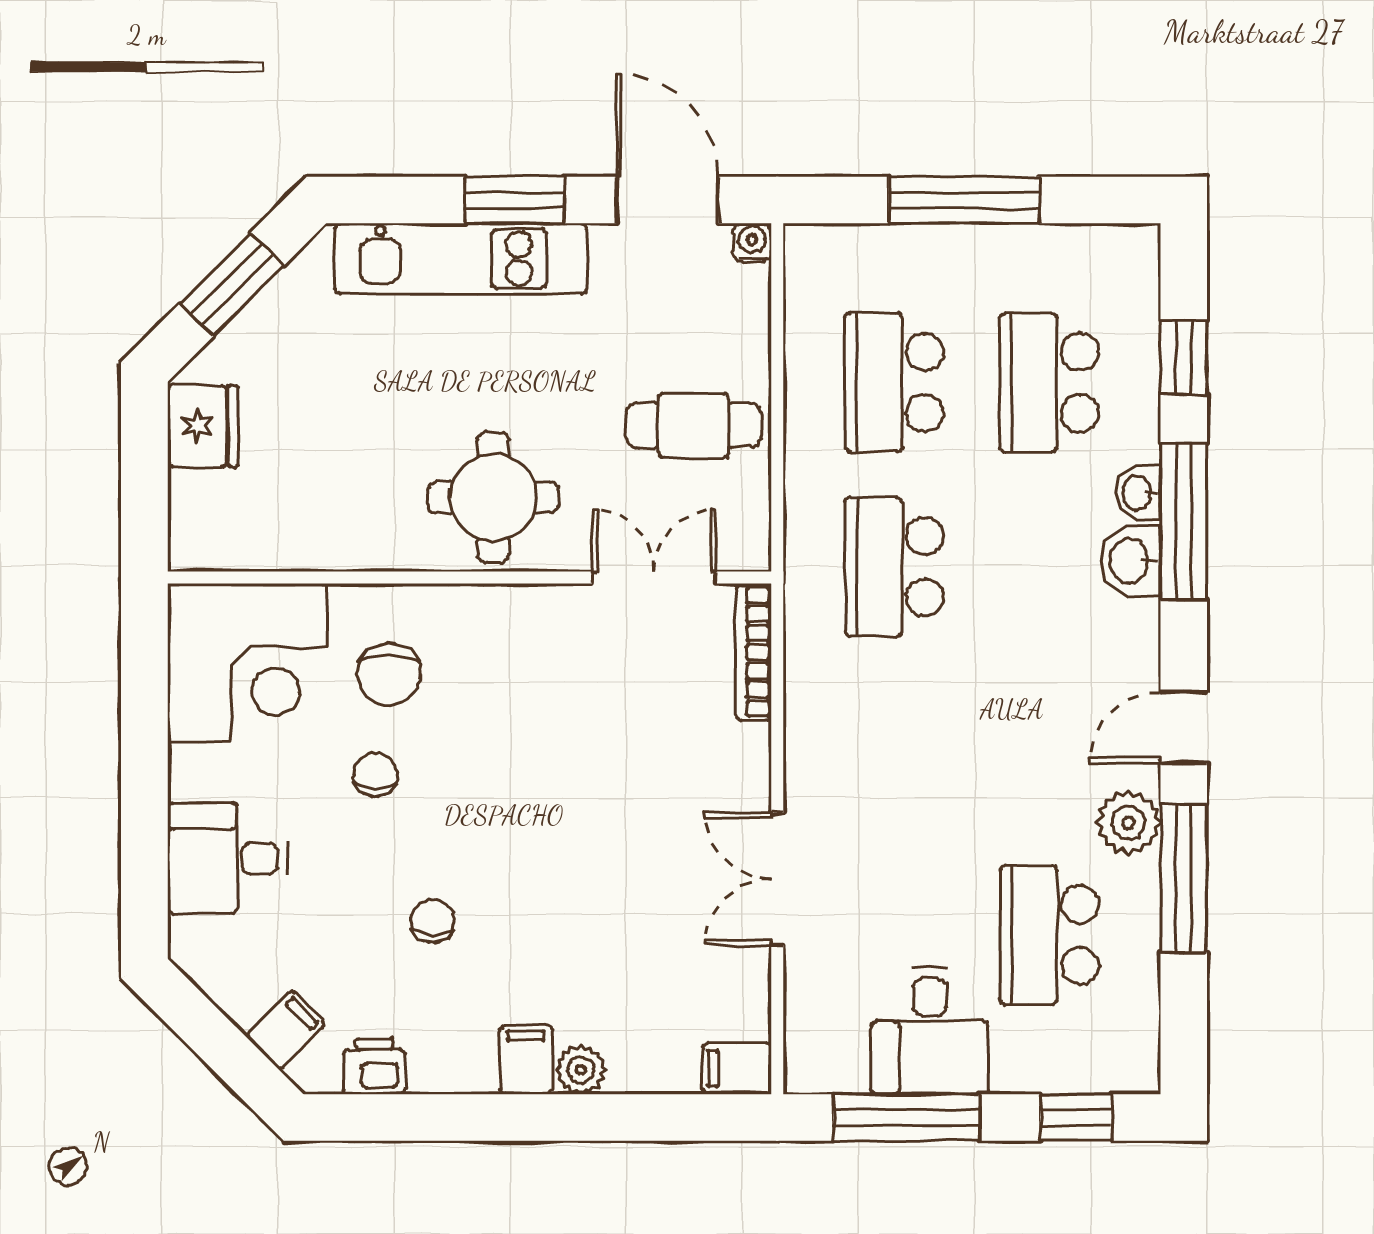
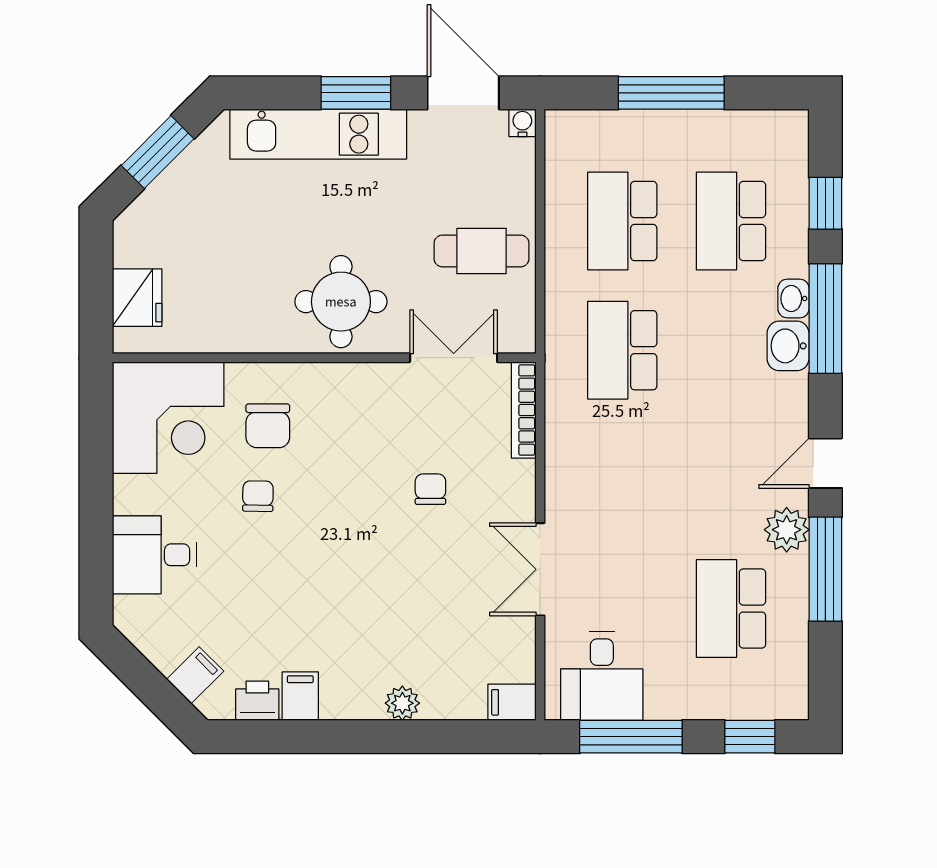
fridge: (203, 426) -> (137, 298), moved
chair: (433, 921) -> (430, 489), moved
desk: (930, 1031) -> (602, 676), moved
filing cabinet: (526, 1060) -> (300, 696), moved

